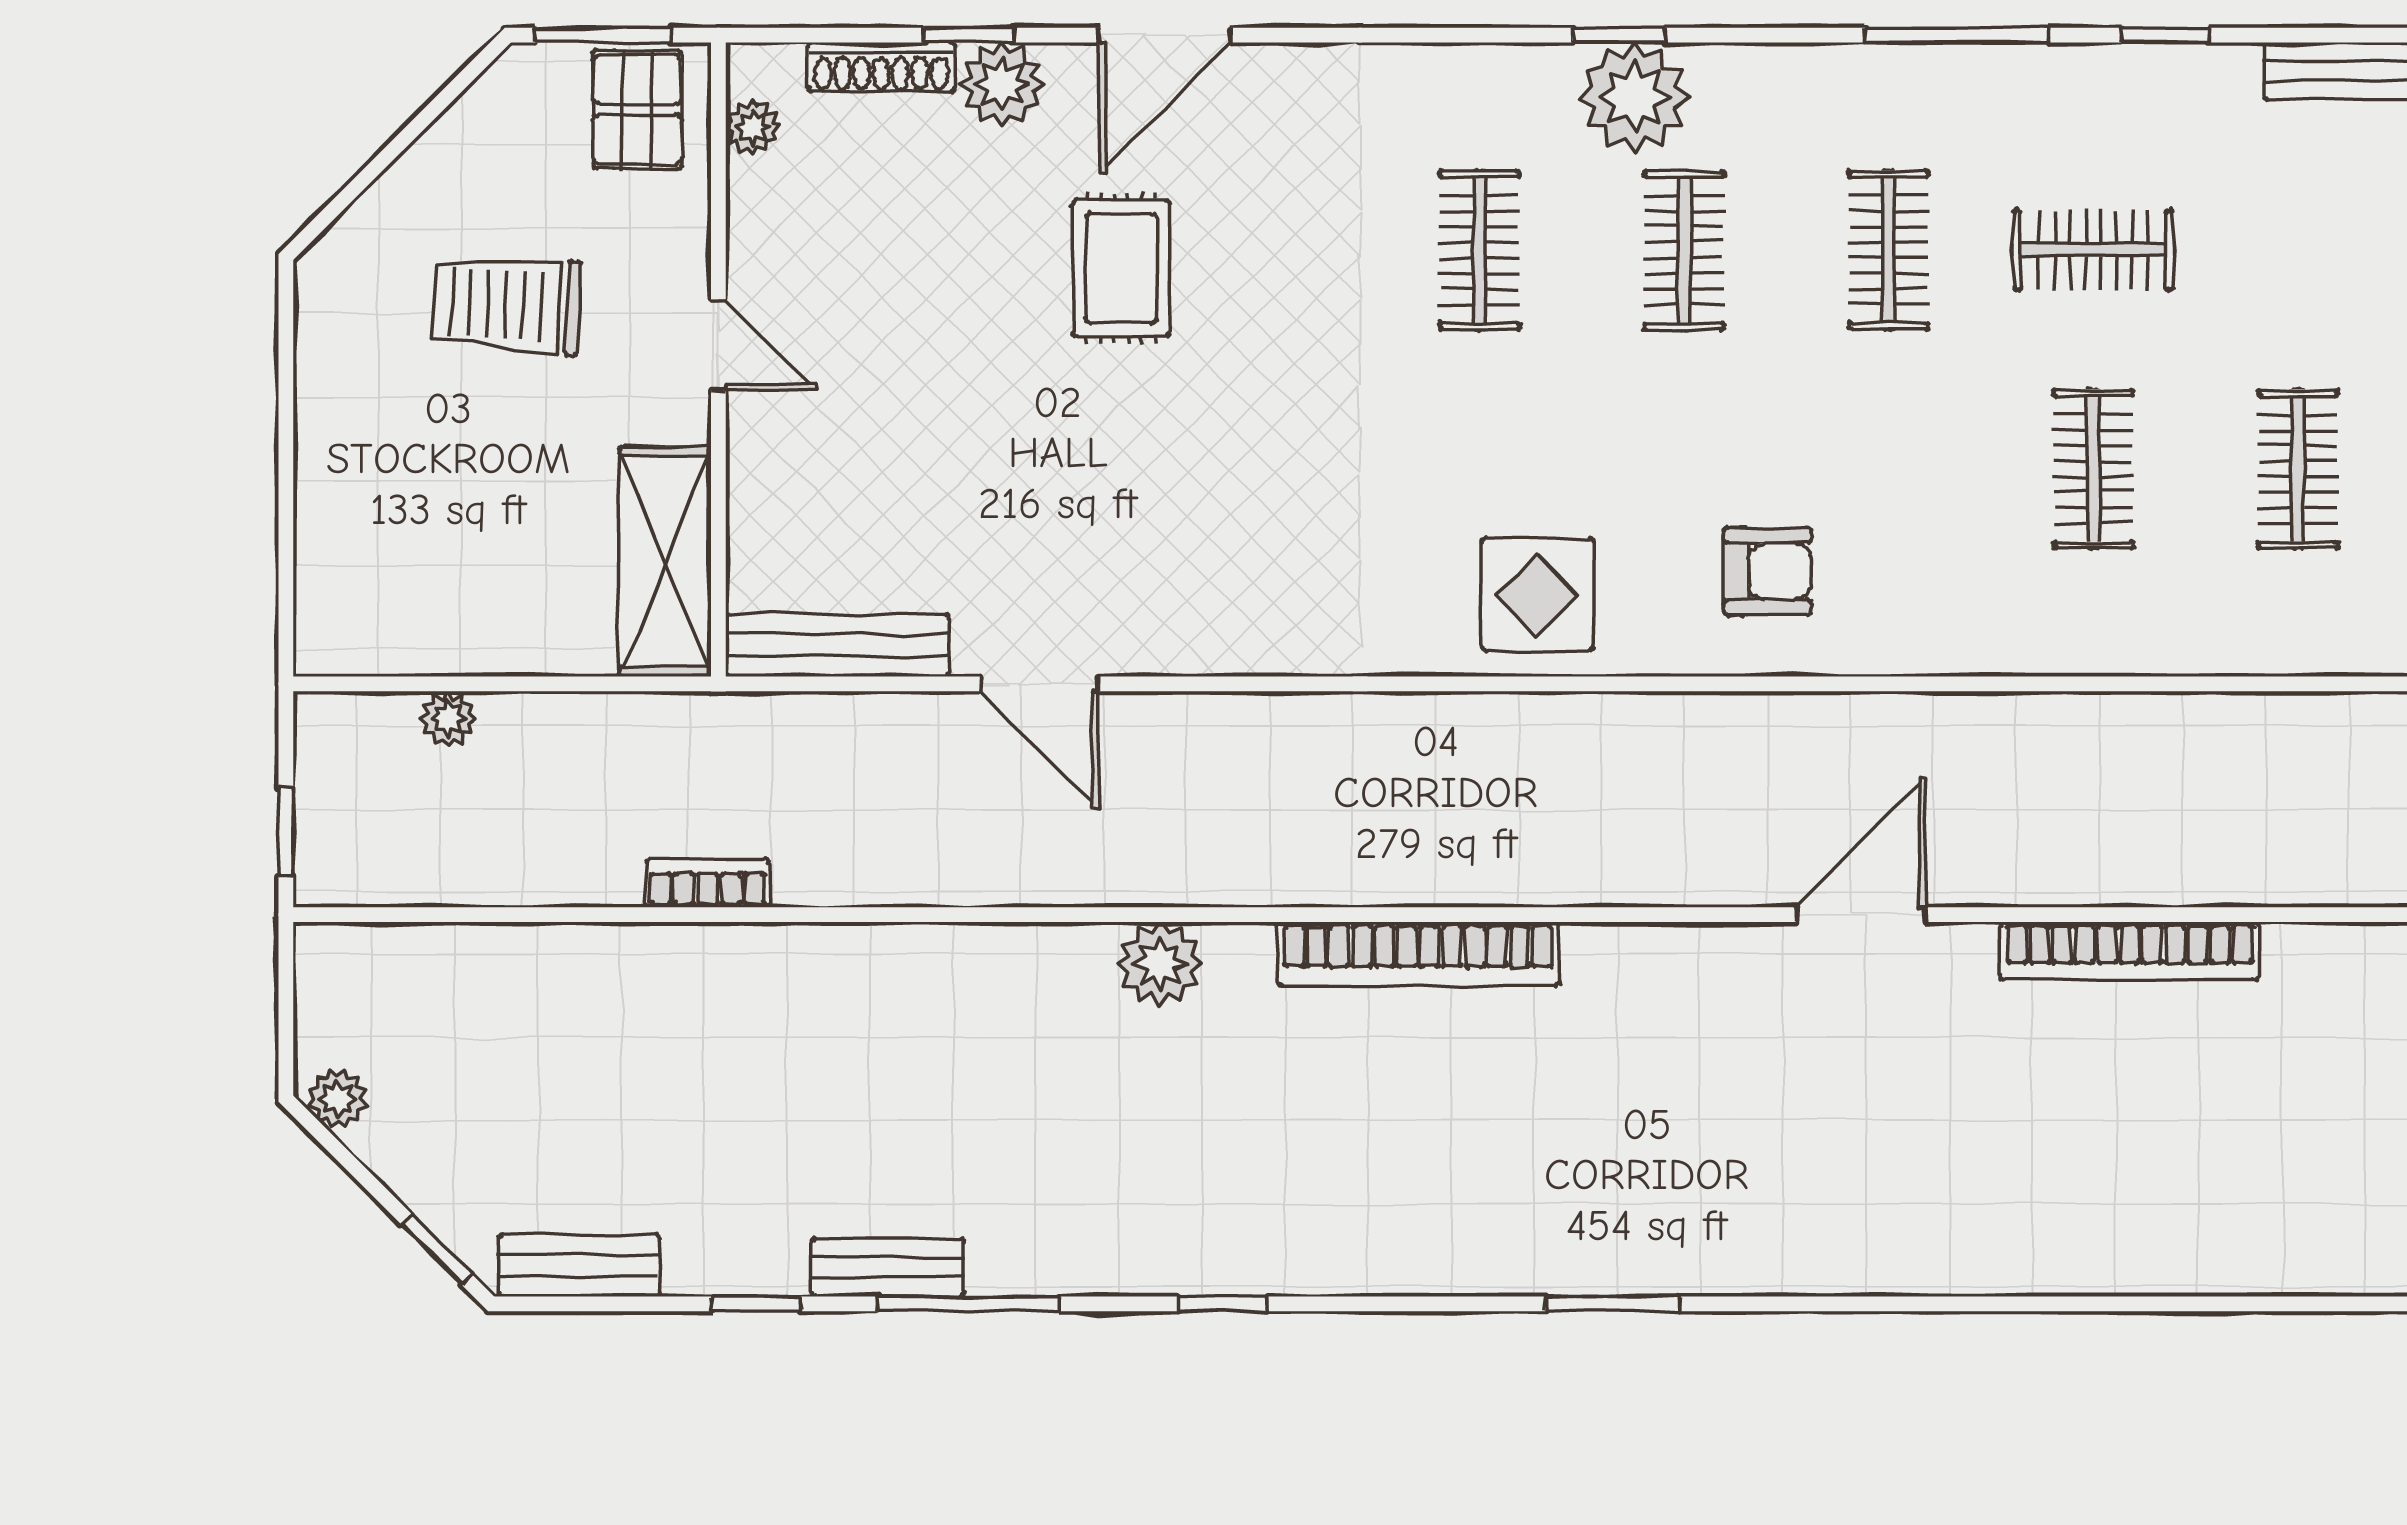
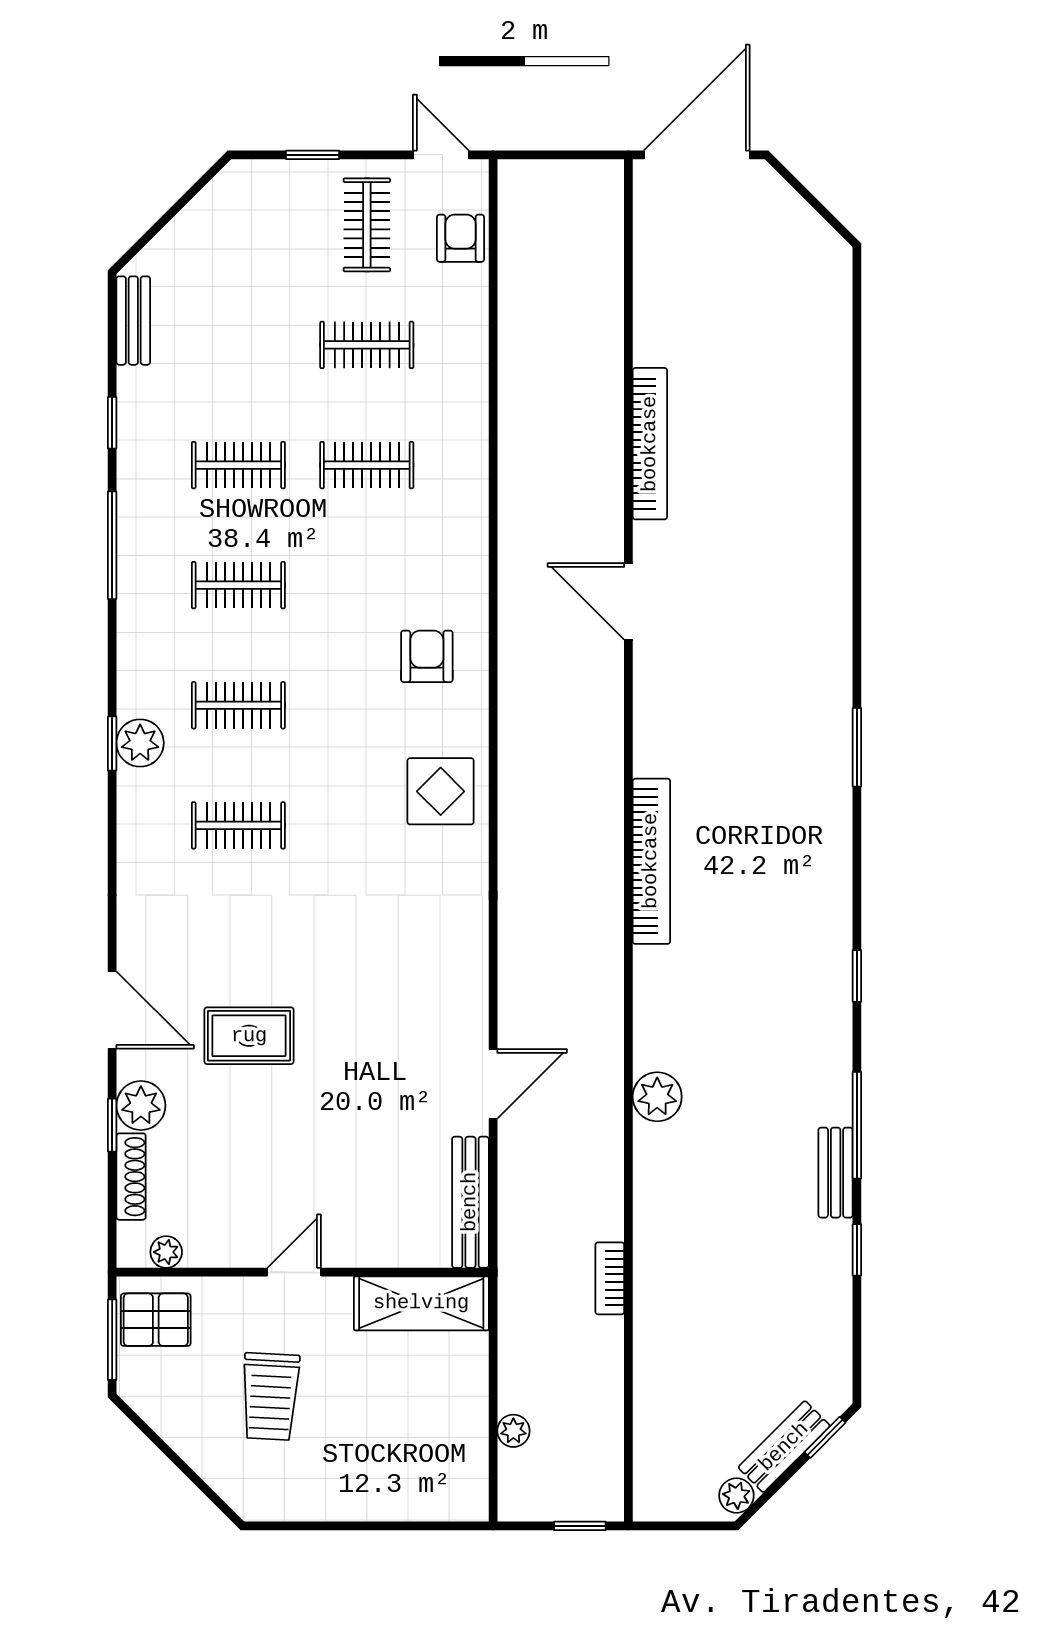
plant: (1634, 97) -> (140, 743), width x0.73, depth x0.73
clothes rail: (2093, 250) -> (238, 465), turned 90
plant: (1160, 964) -> (657, 1097), moved
bench: (579, 1266) -> (784, 1447), moved, turned 45

